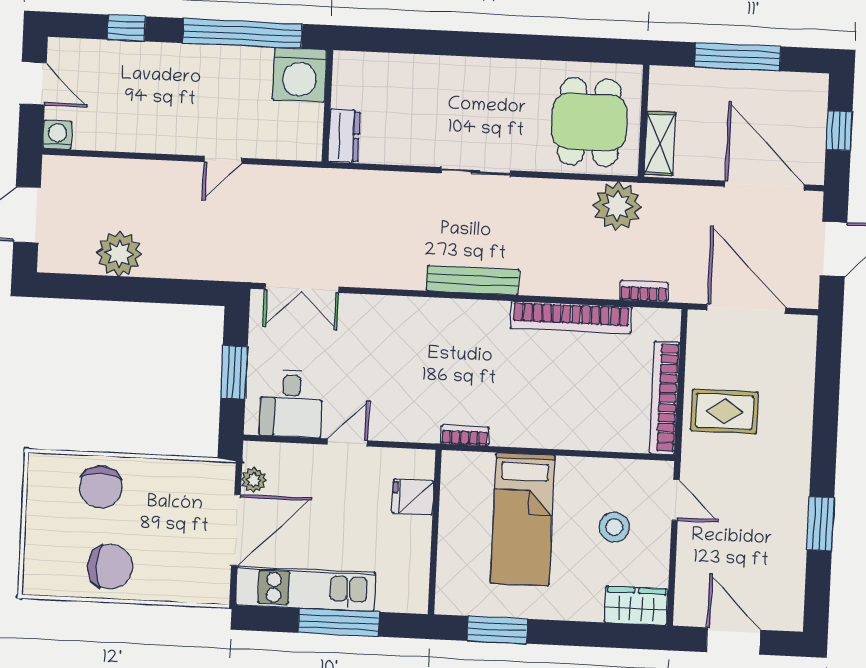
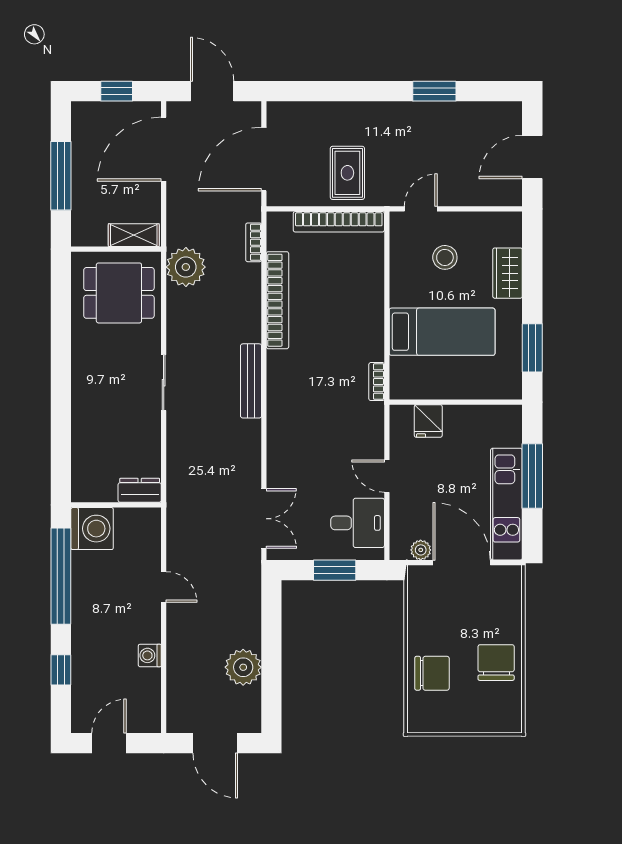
washing machine: (57, 135) -> (150, 655), moved
wardrobe: (636, 606) -> (508, 273), moved

